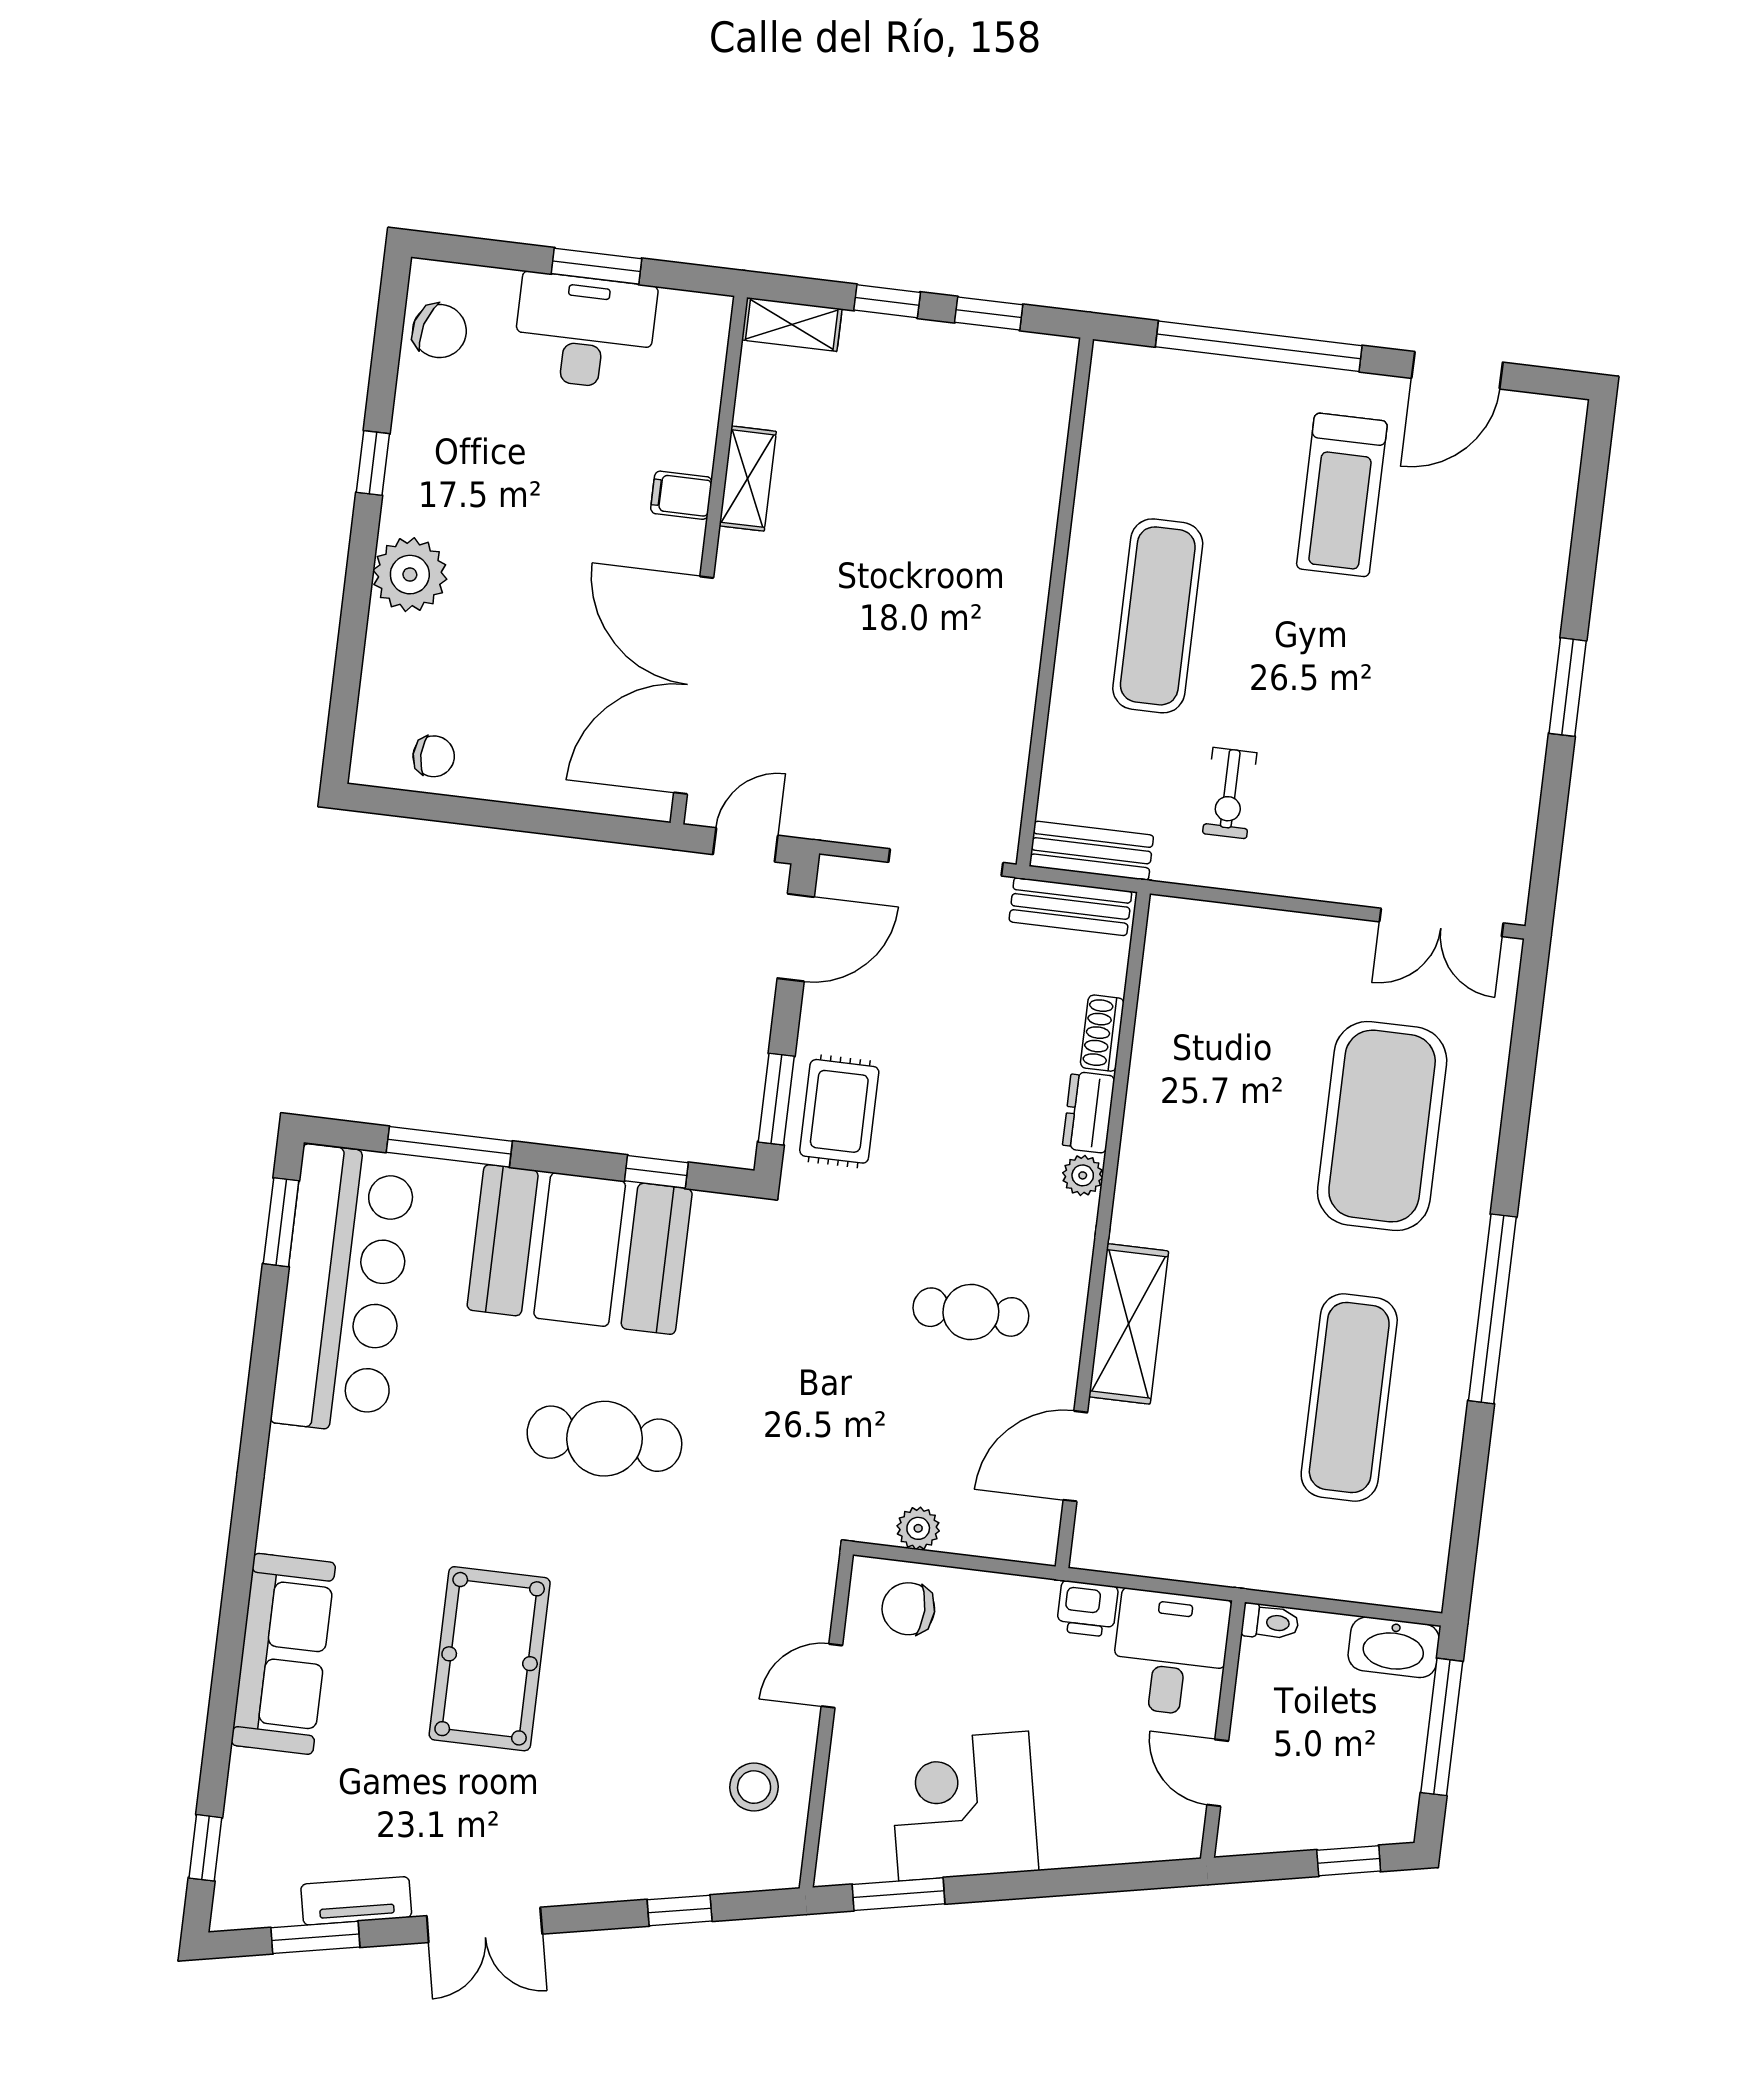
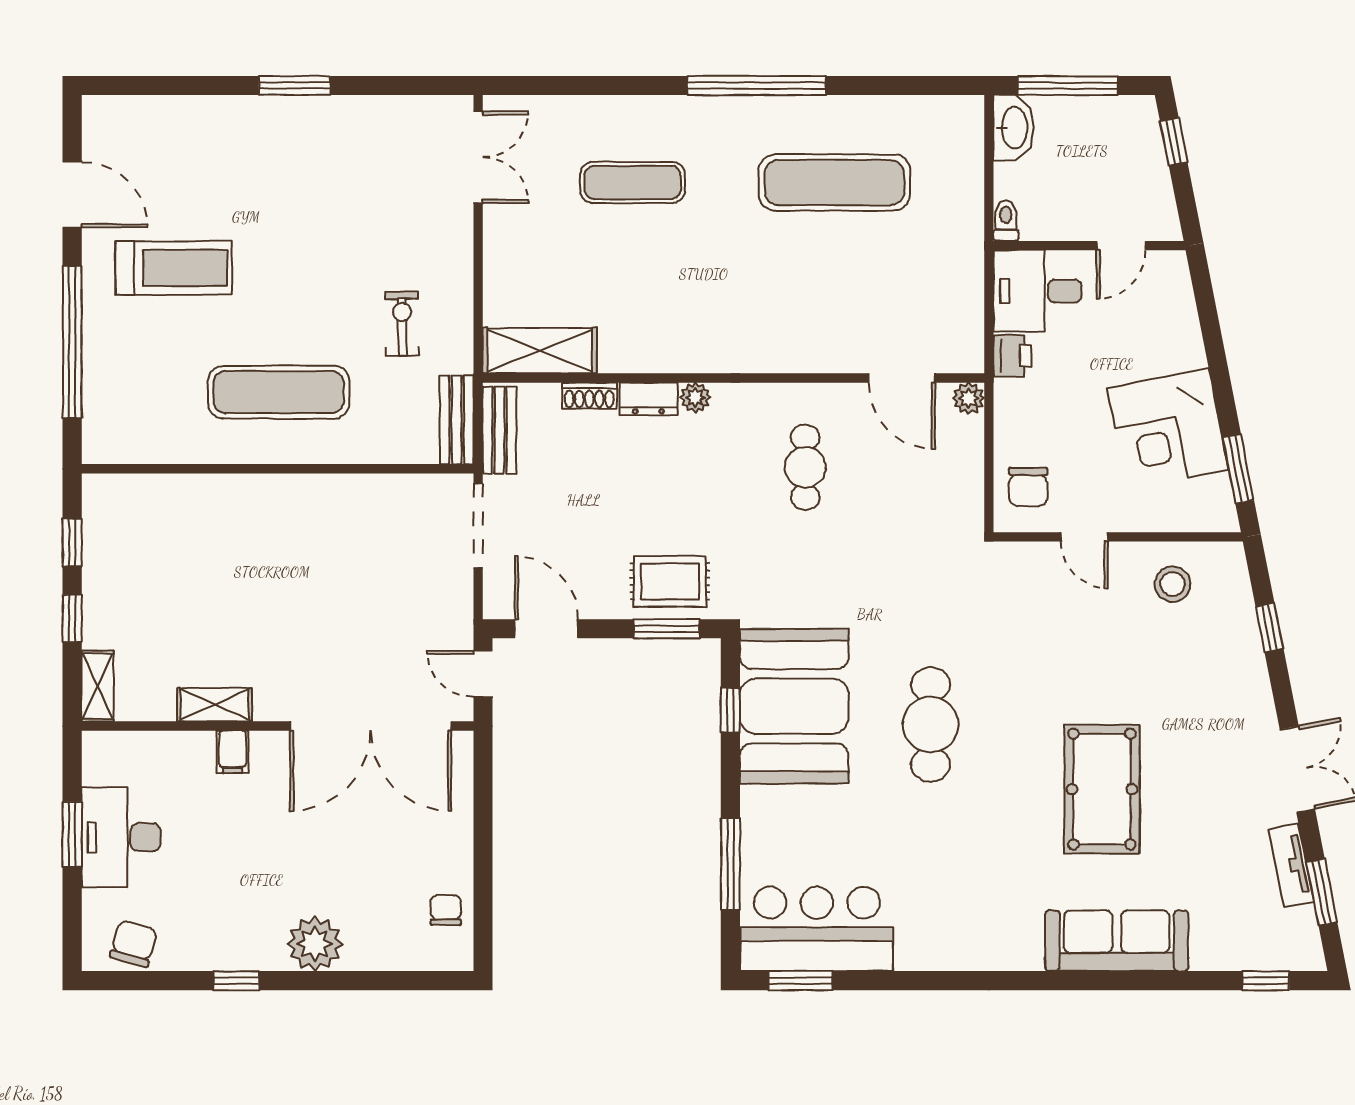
exercise bike: (1230, 793) -> (402, 324), turned -91
exercise mat: (1382, 1126) -> (633, 183), width x0.50, depth x0.69
booth: (580, 1250) -> (794, 706), moved
bar counter: (344, 1290) -> (817, 929), width x0.73
shelving: (1129, 1324) -> (540, 351), moved
plant: (918, 1528) -> (968, 398), moved
pool table: (490, 1659) -> (1102, 789), turned 90

